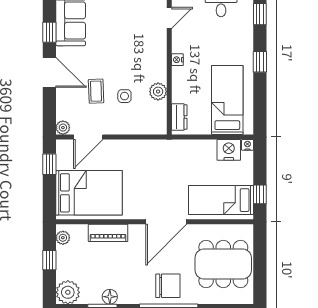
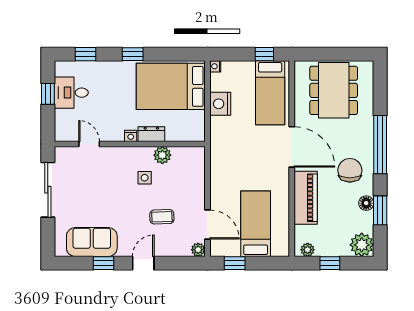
door: (49, 72) -> (143, 263), width x0.73
side table: (124, 96) -> (145, 178), moved
bed: (227, 100) -> (171, 86), width x1.50
dresser: (179, 117) -> (151, 134), moved
nightstand: (229, 150) -> (220, 104), moved
bed: (89, 193) -> (256, 224), width x0.67
piano: (108, 233) -> (306, 198), width x1.37, depth x1.33
chair: (168, 286) -> (350, 170), moved

